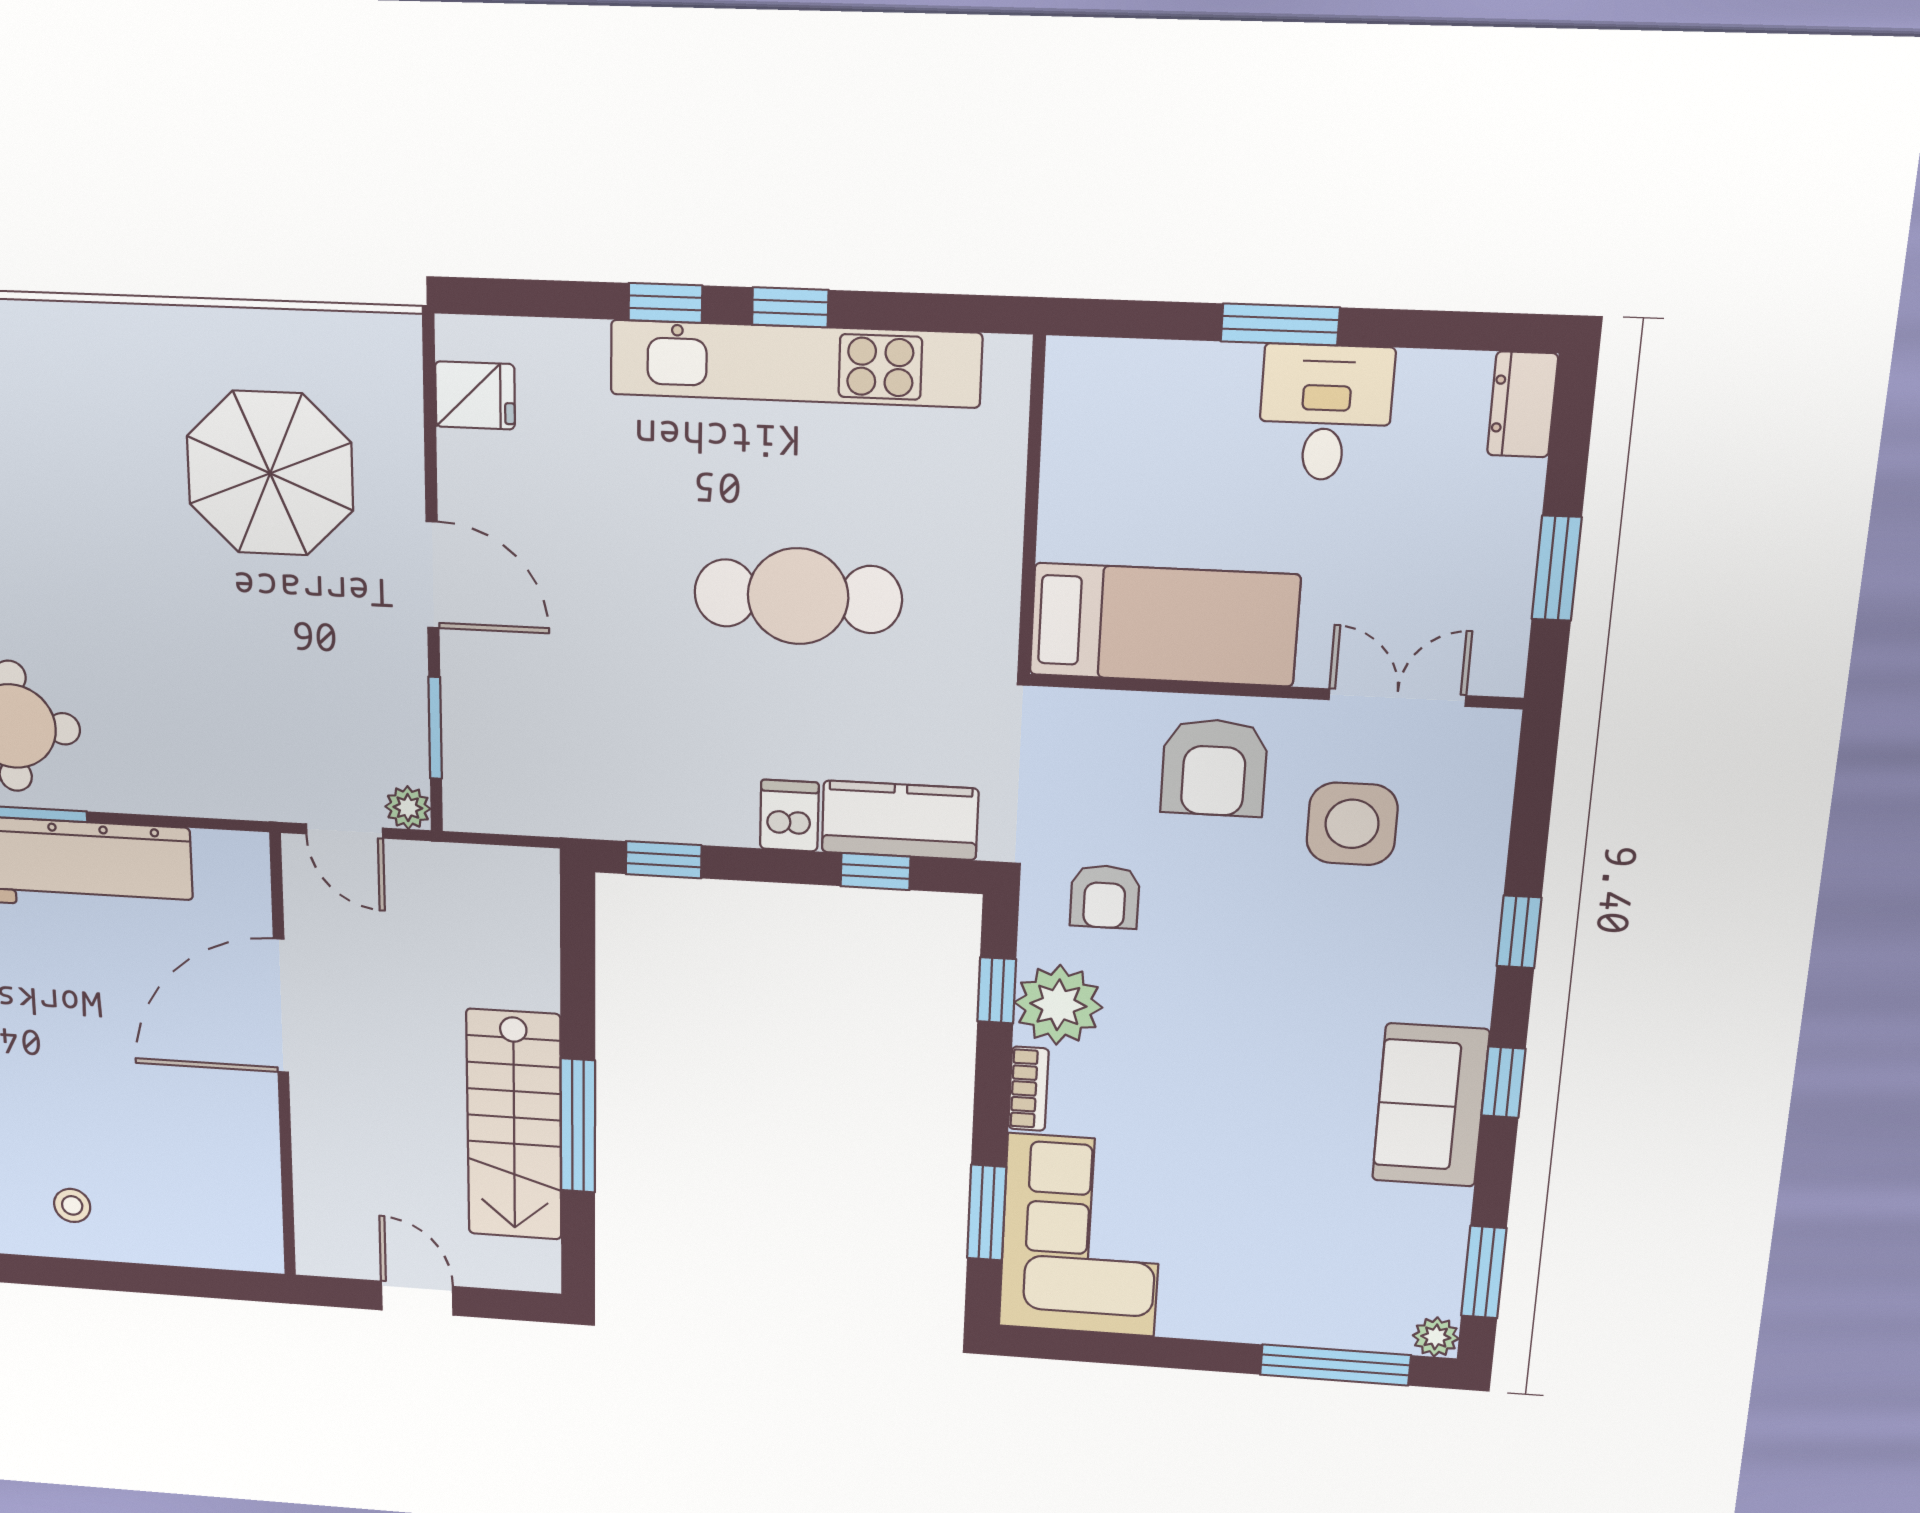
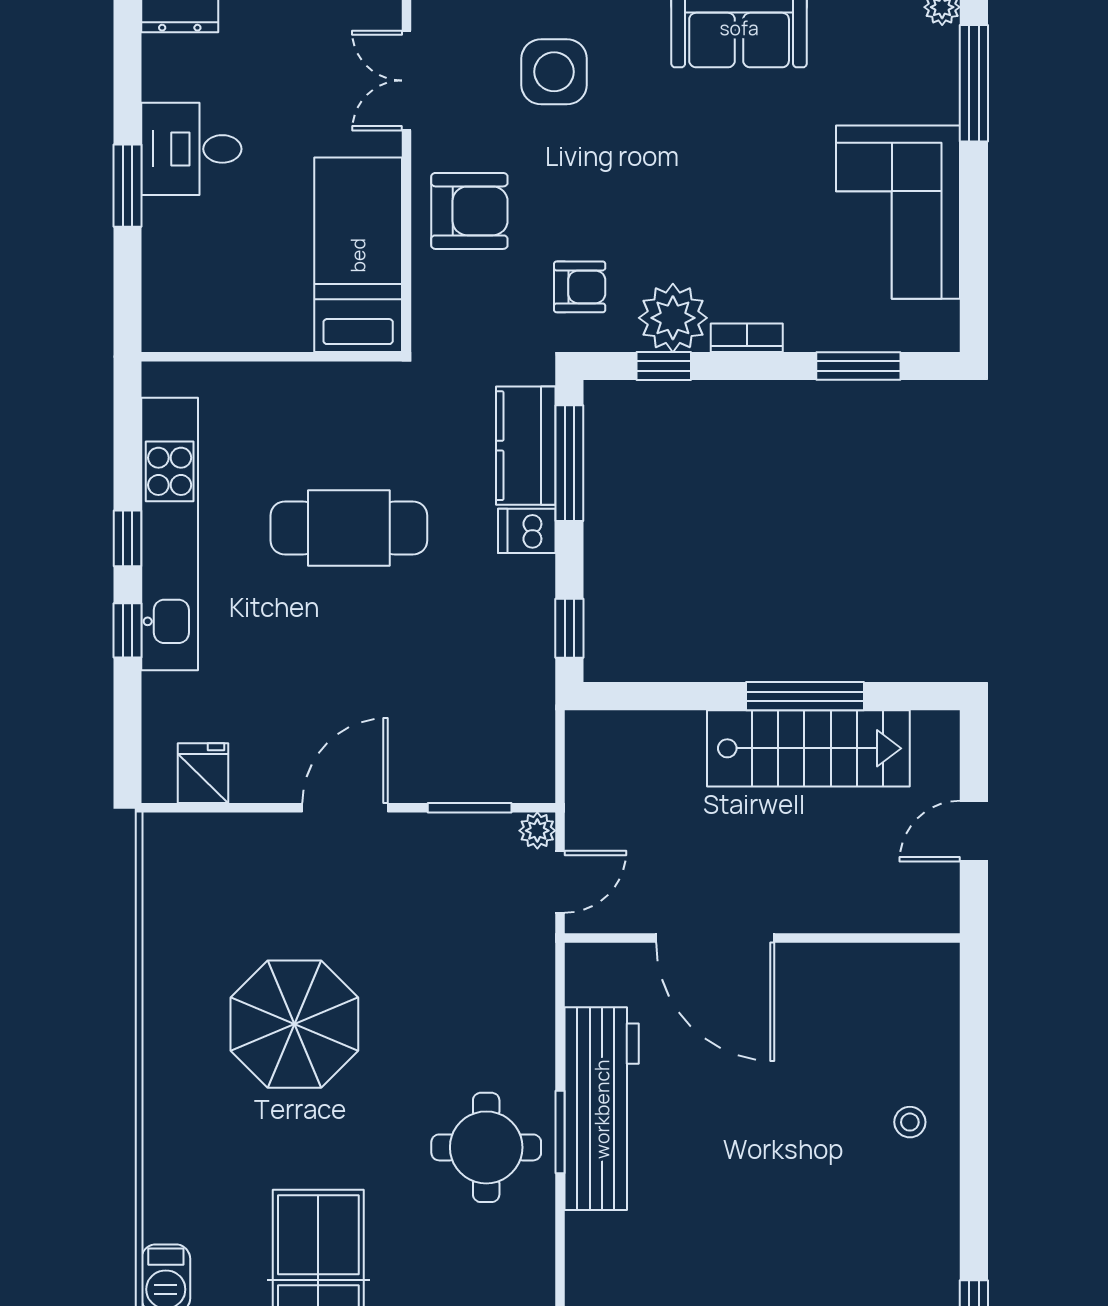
parasol: (270, 473) -> (294, 1024), moved
cafe table: (798, 596) -> (349, 528), turned 90
side table: (1352, 824) -> (554, 72), moved
window: (875, 872) -> (569, 463), width x2.17
corner sofa: (1081, 1235) -> (898, 212), moved, turned -90

